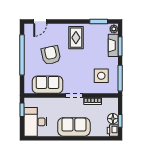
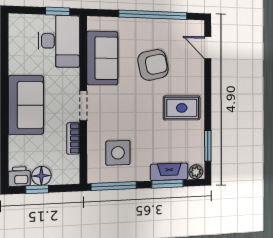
desk: (35, 122) -> (59, 41), moved, turned 90

